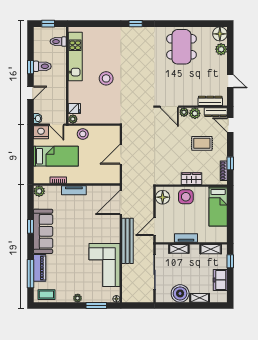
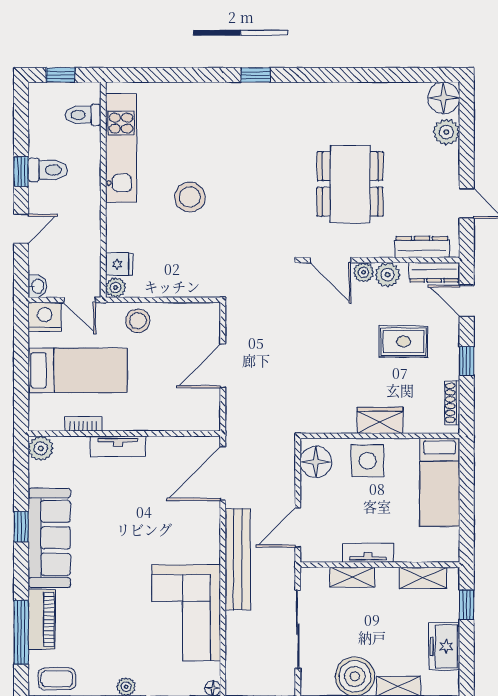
dining table: (181, 47) -> (350, 184), moved
window: (230, 163) -> (467, 361), moved

